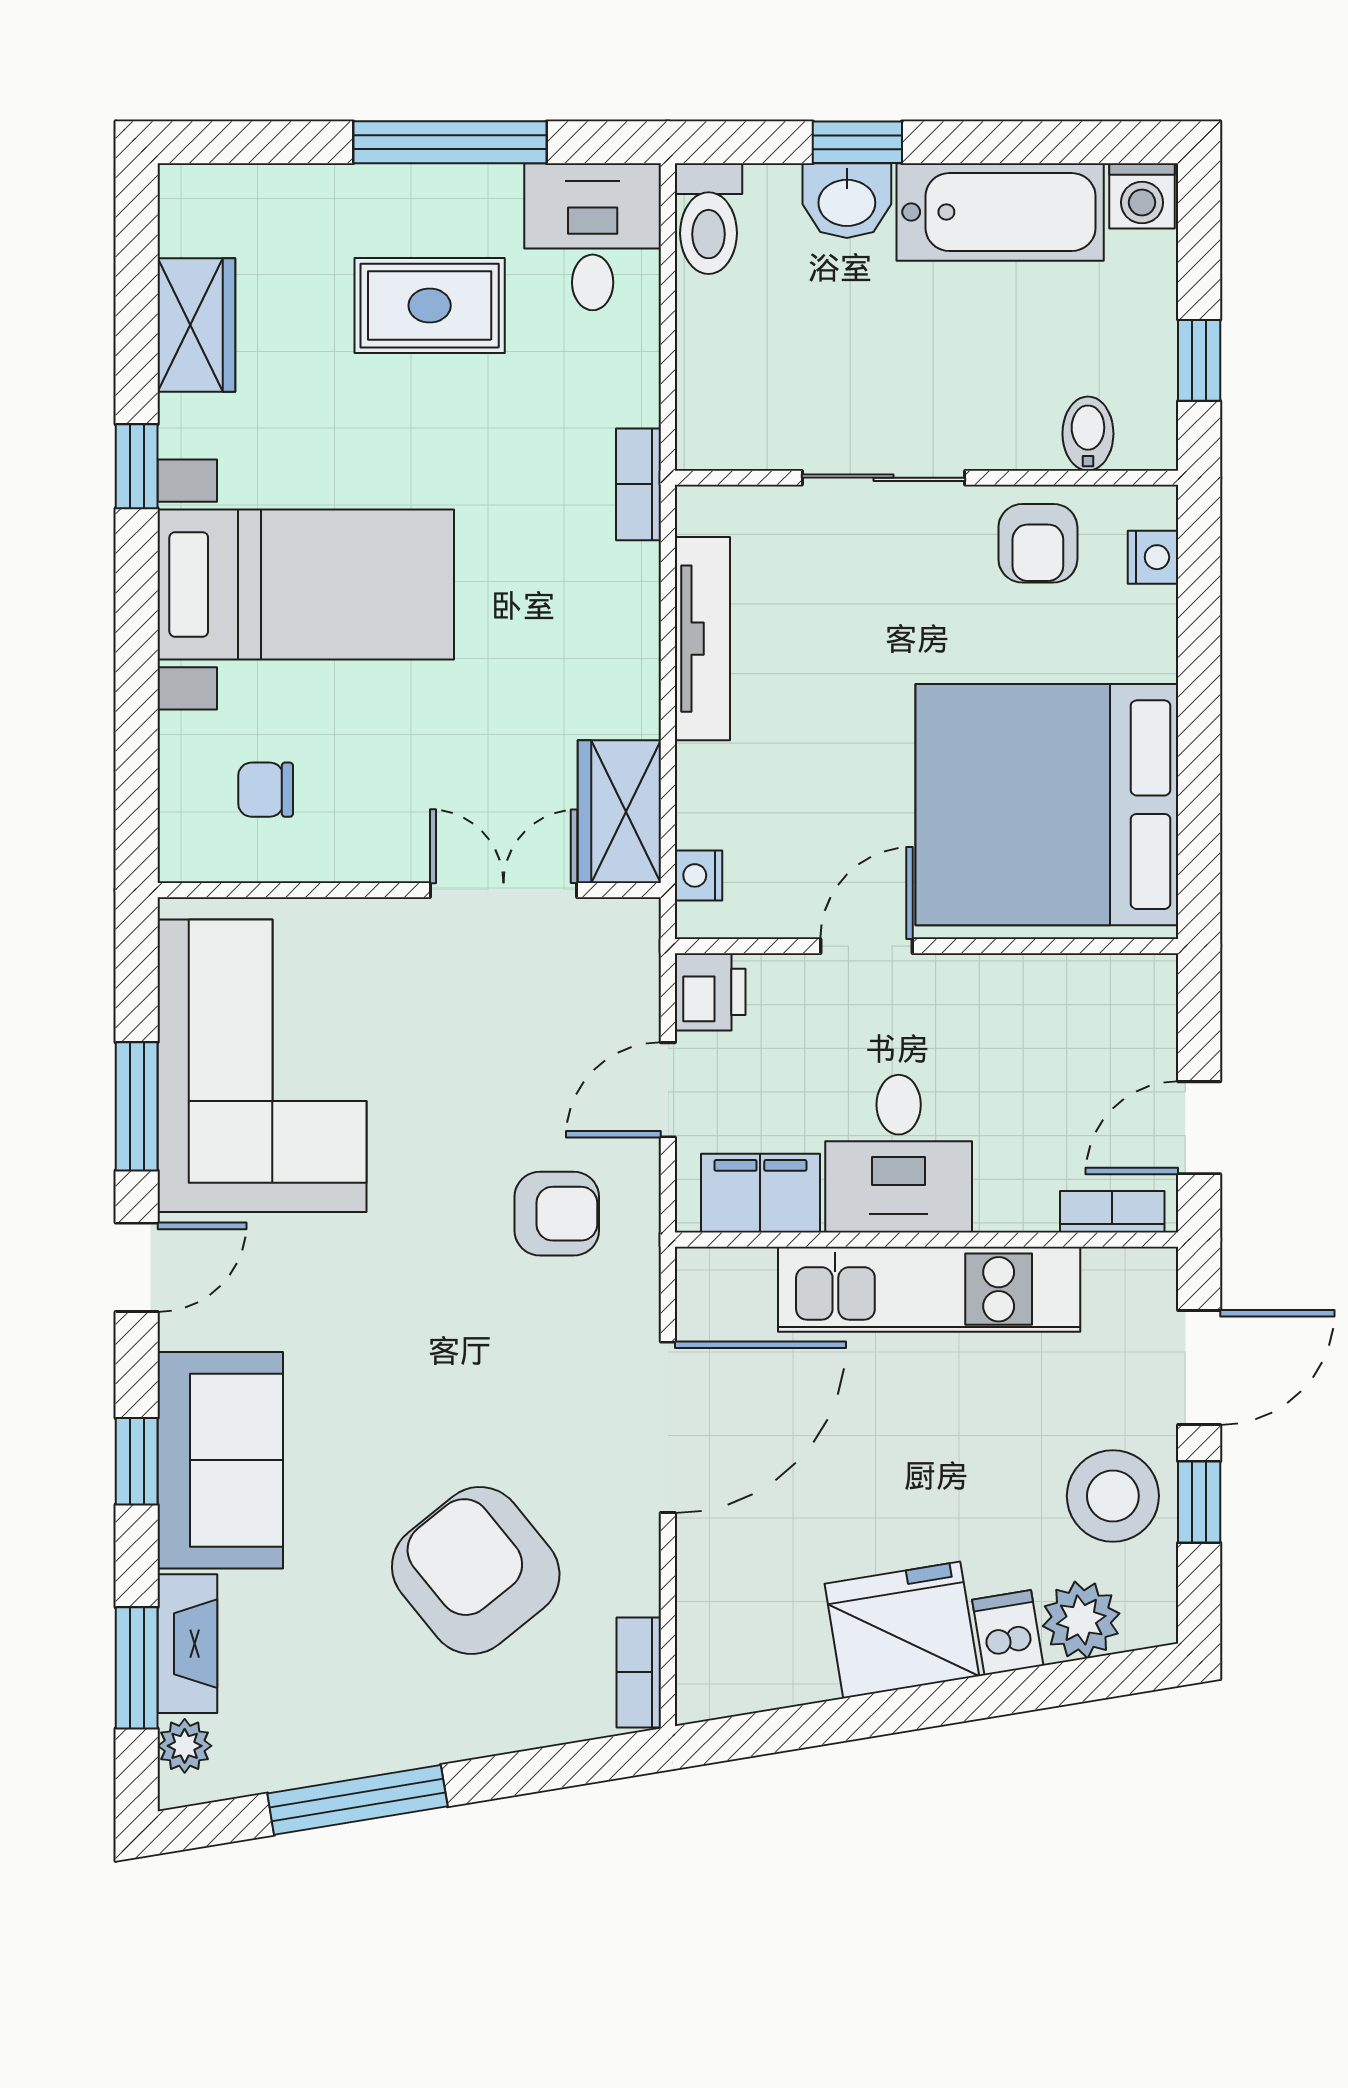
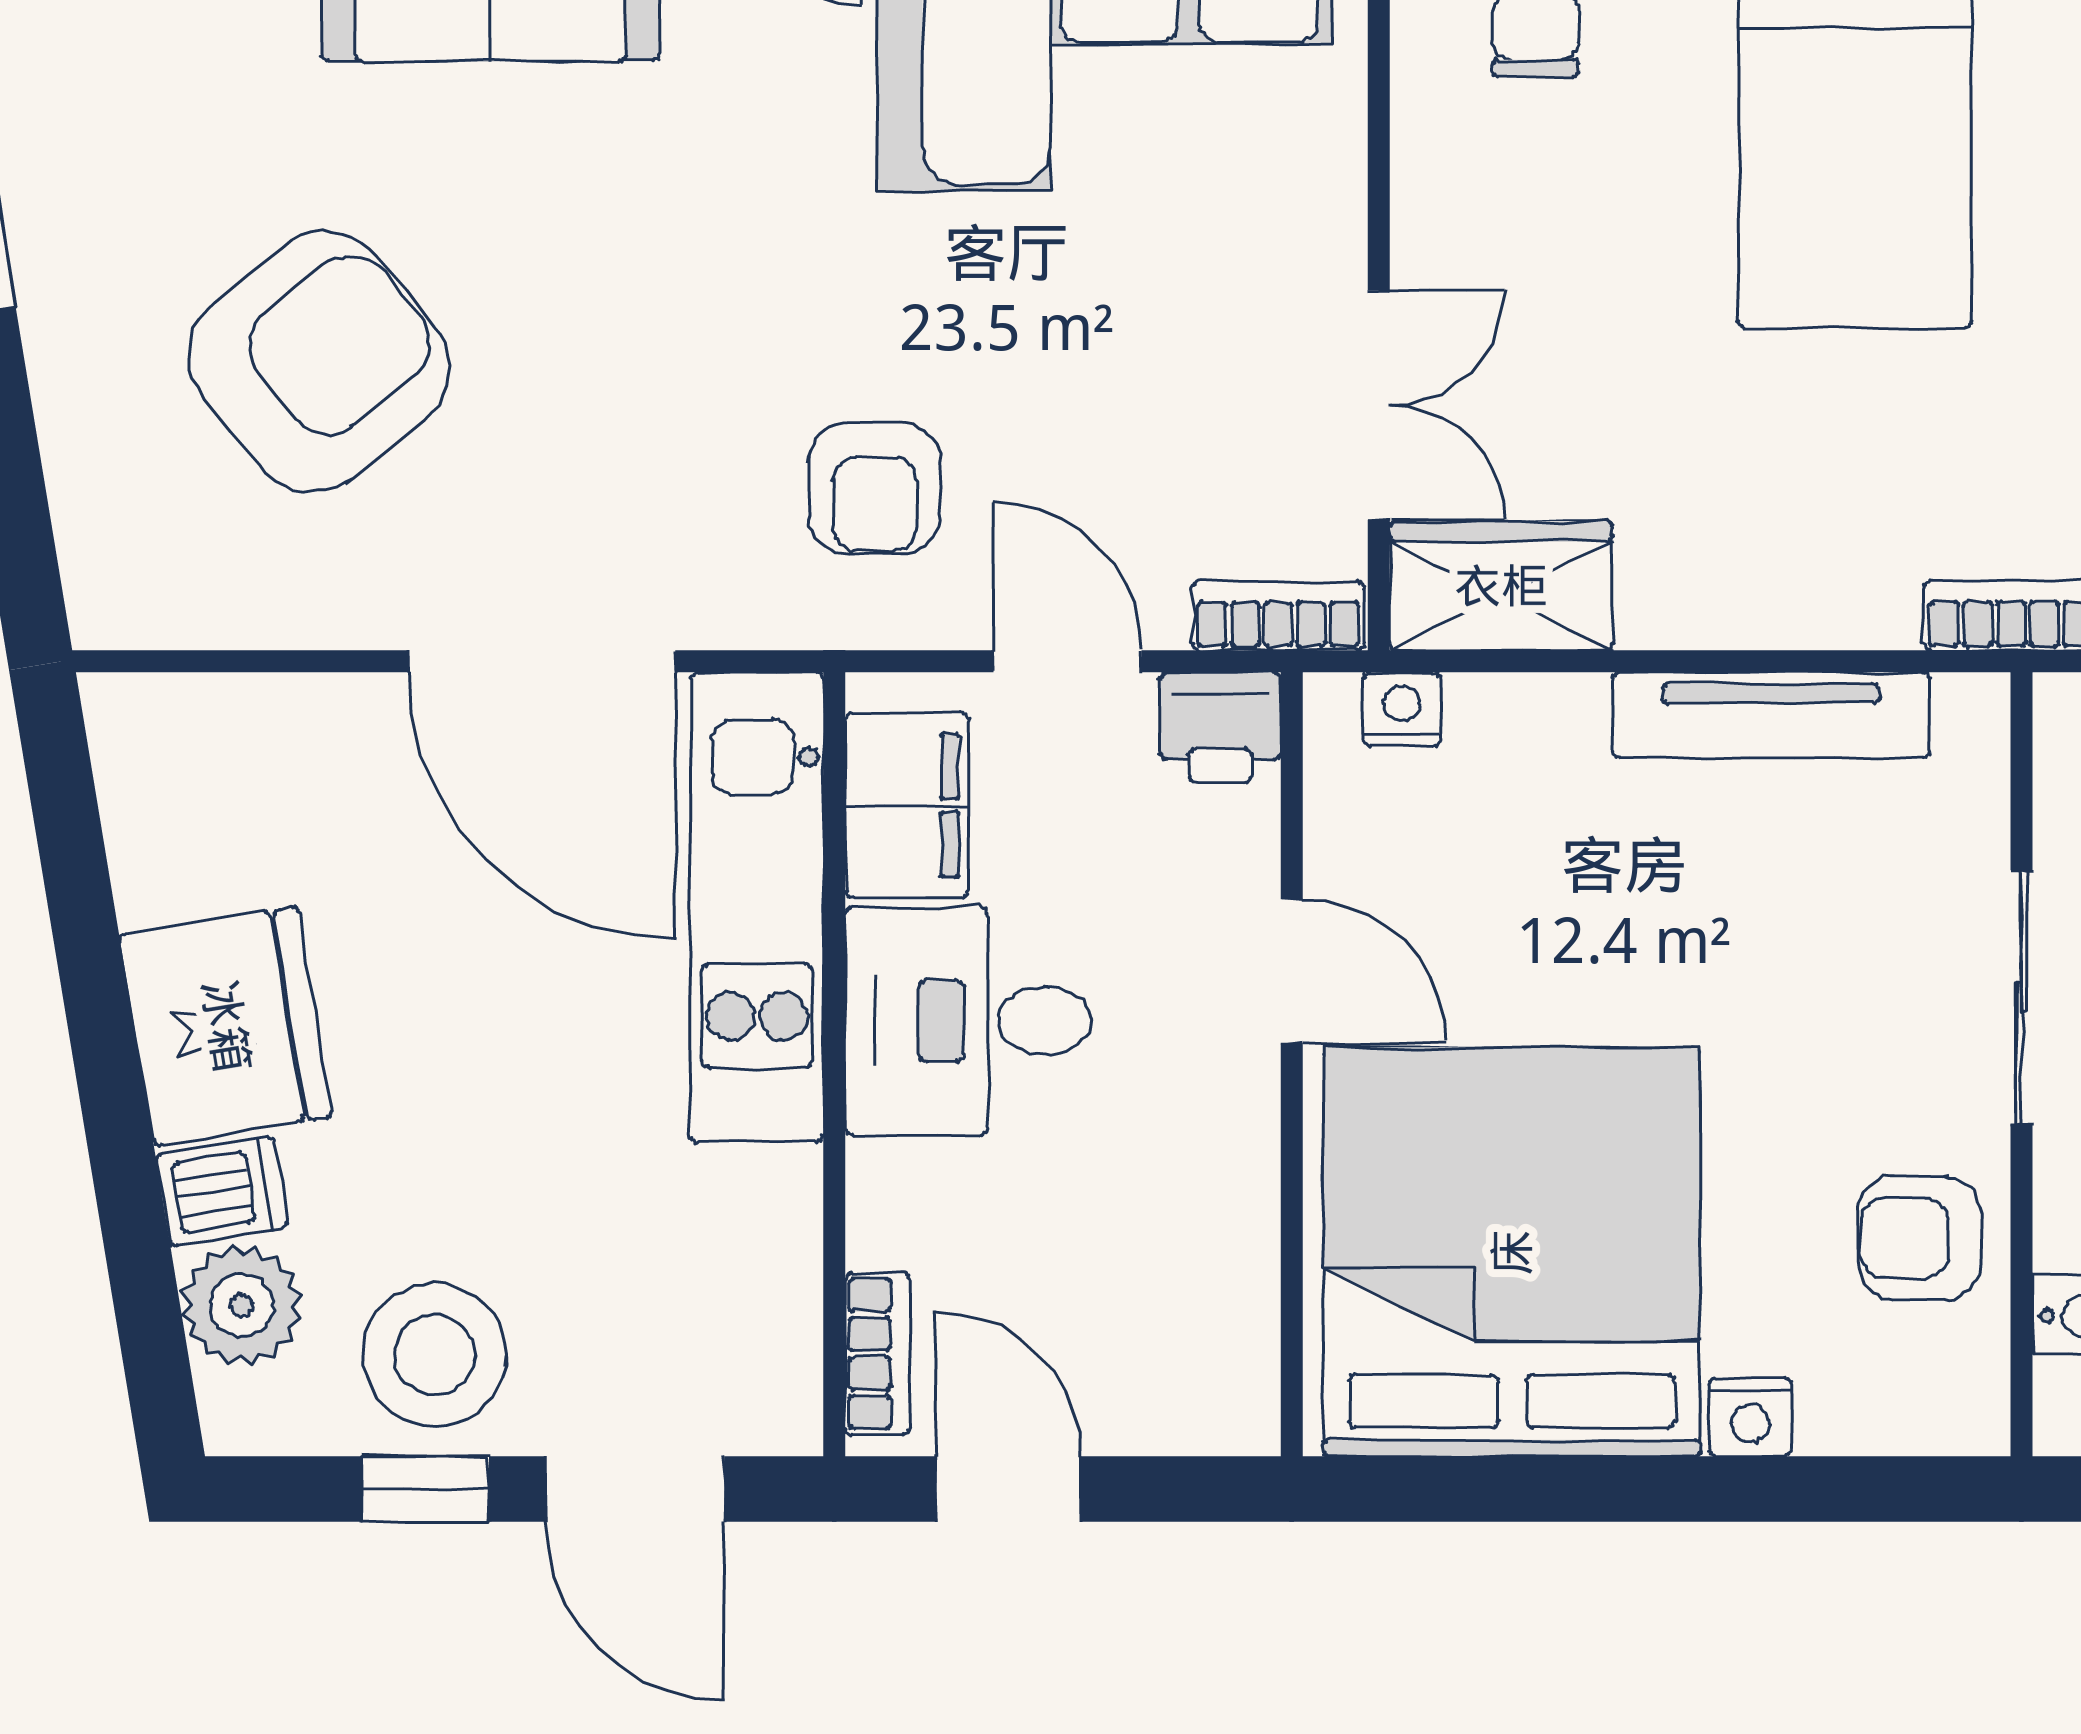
nightstand: (1153, 557) -> (1750, 1417), moved
kitchen unit: (929, 1289) -> (757, 908), moved
bookcase: (639, 1672) -> (1278, 616), moved

